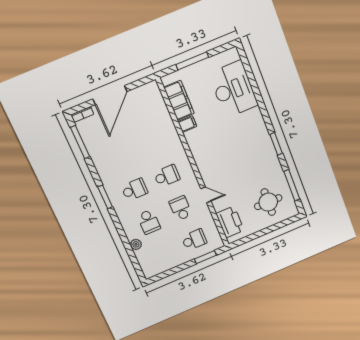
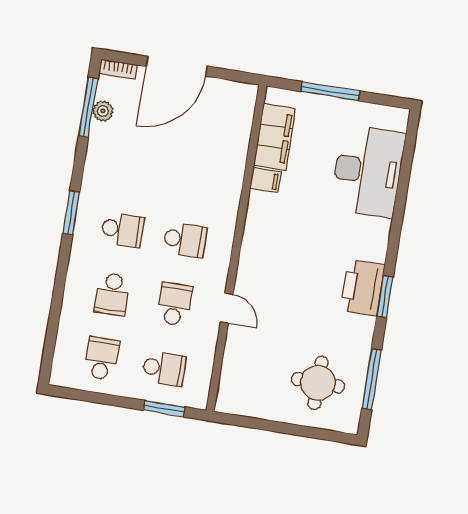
printer: (230, 222) -> (363, 288), moved, turned 180
plant: (136, 244) -> (103, 111), moved
school desk: (163, 253) -> (102, 358), added

